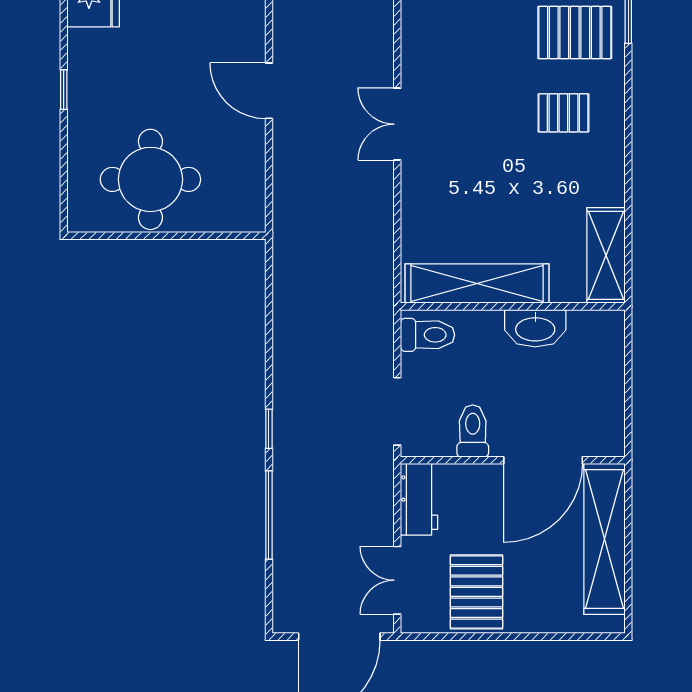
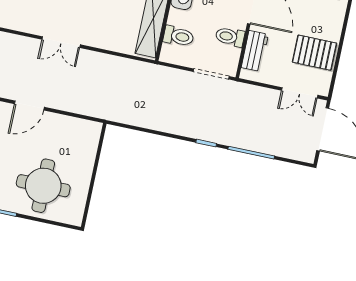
round table: (150, 179) -> (43, 186), moved
toilet: (428, 335) -> (178, 36), moved, turned 90
workbench: (419, 499) -> (255, 51), moved, turned 90

